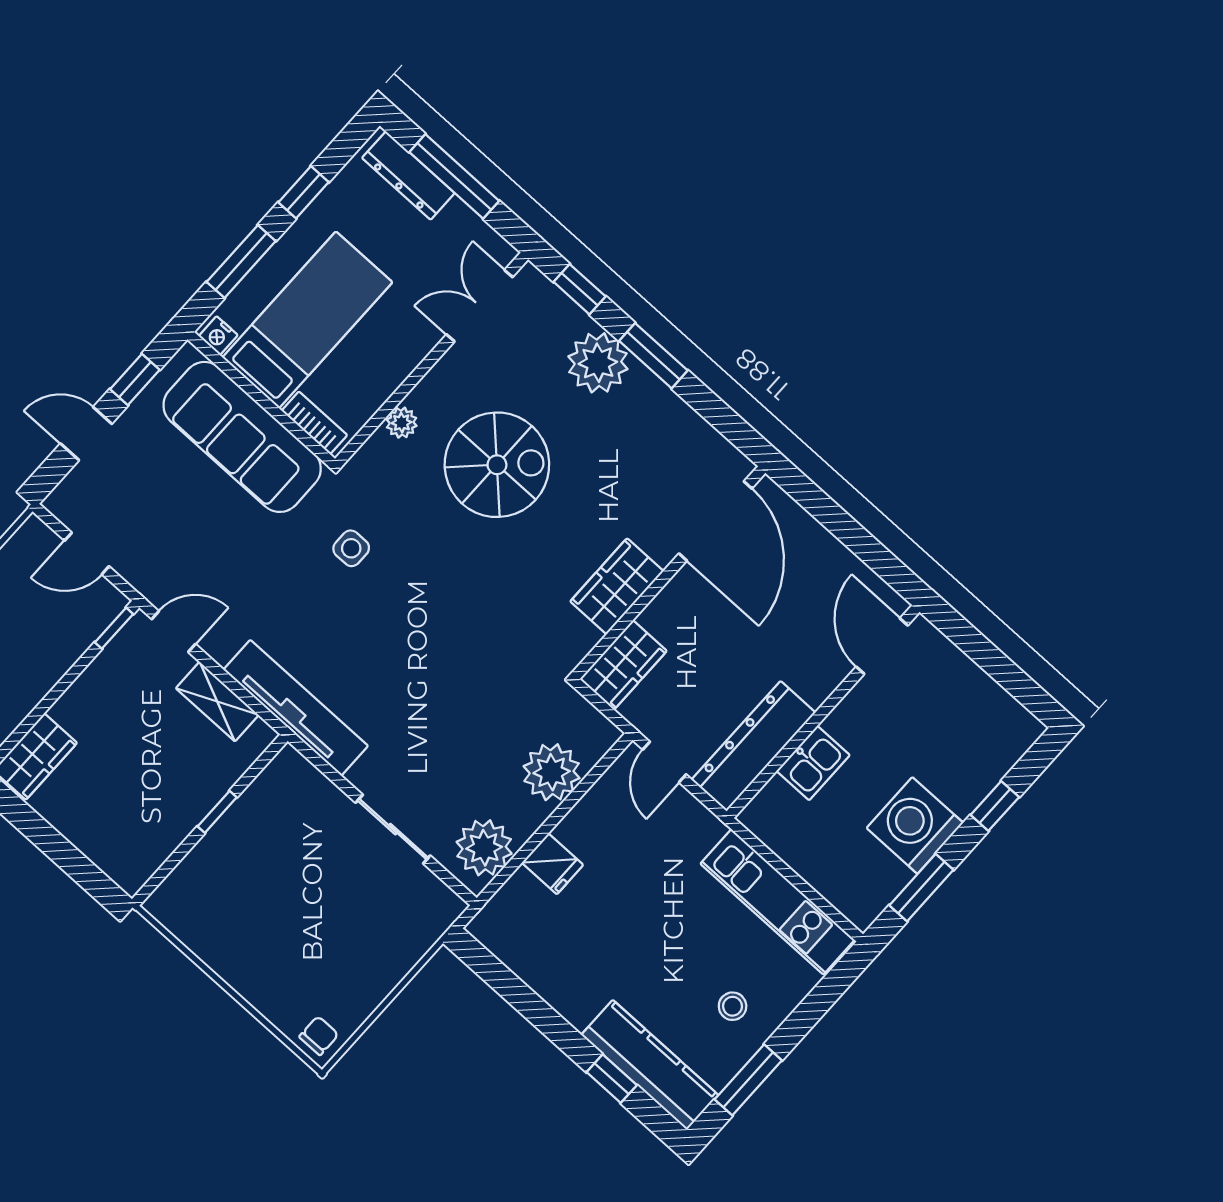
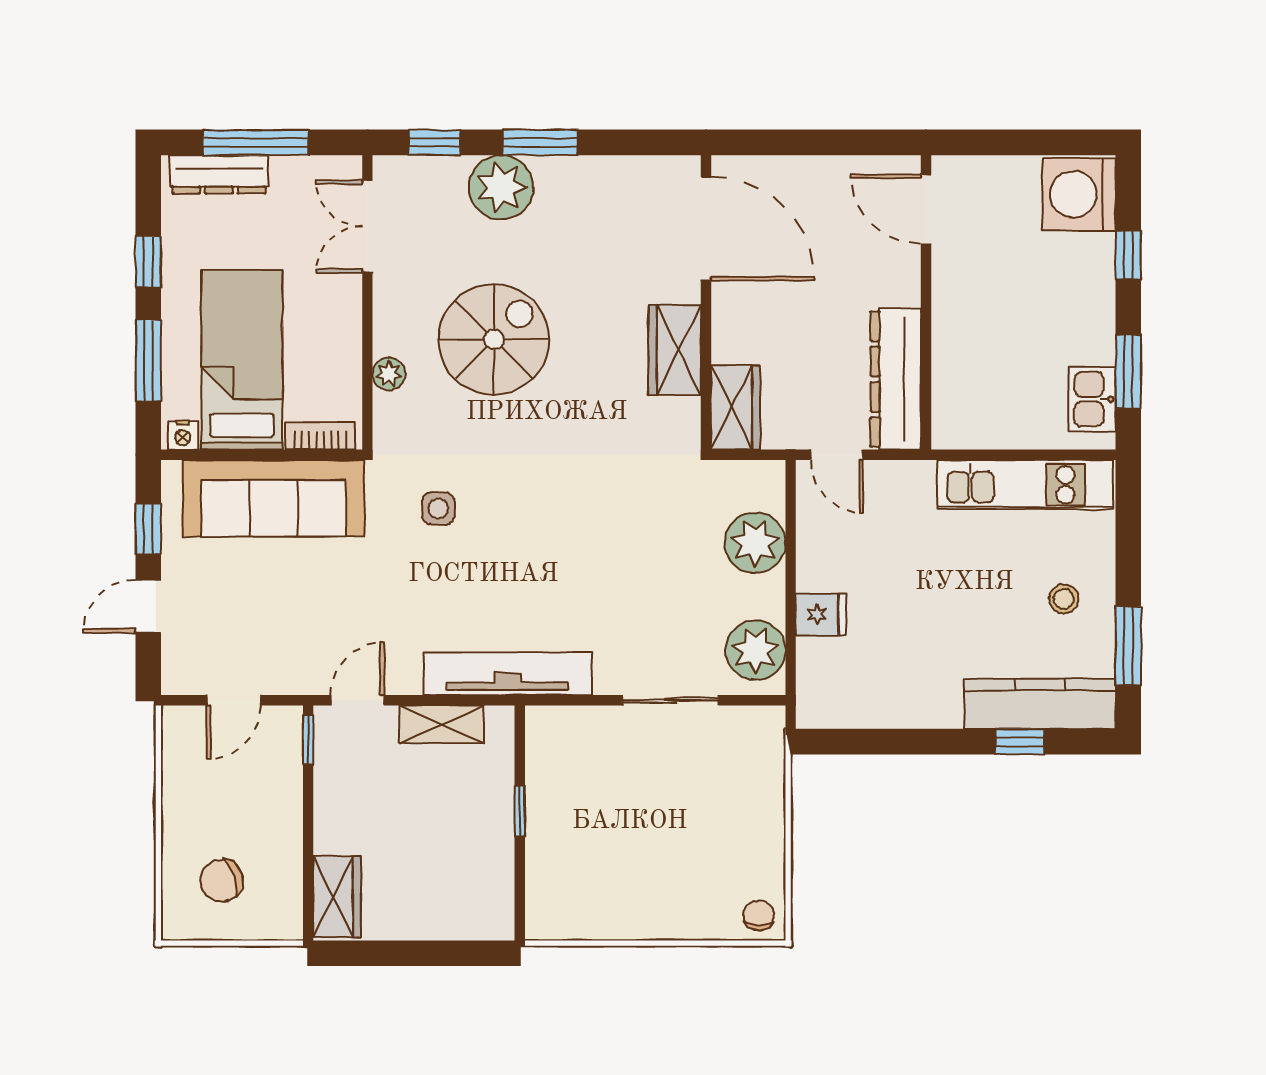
kitchen sink: (813, 763) -> (1092, 399), moved, turned 180
washing machine: (915, 825) -> (1079, 194), moved

